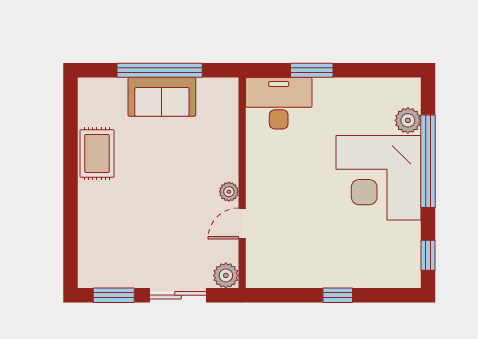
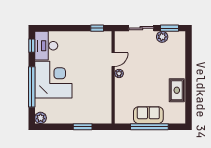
desk: (279, 103) -> (46, 46), moved, turned 90
plant: (408, 120) -> (41, 118), moved
plant: (226, 275) -> (162, 37), moved
window: (338, 295) -> (97, 28), moved

